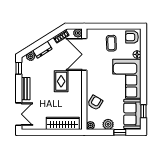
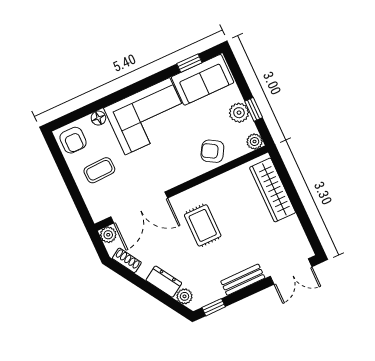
rug: (61, 81) -> (203, 225), turned 90
double door: (19, 114) -> (291, 272), swing flipped
window: (120, 132) -> (254, 109), moved

